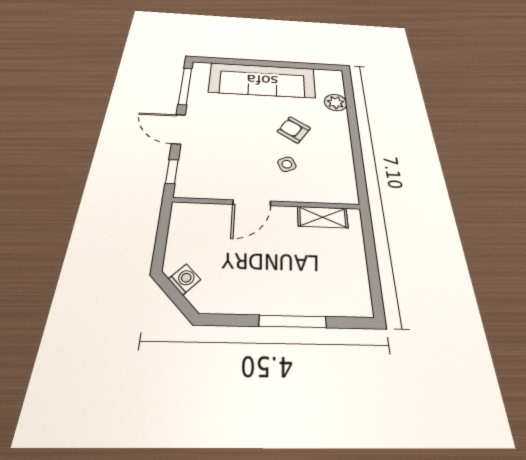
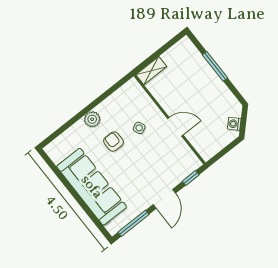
plant: (336, 103) -> (92, 119), moved
armchair: (294, 130) -> (113, 142), turned 146
shelving: (323, 217) -> (151, 71), moved, turned 90

